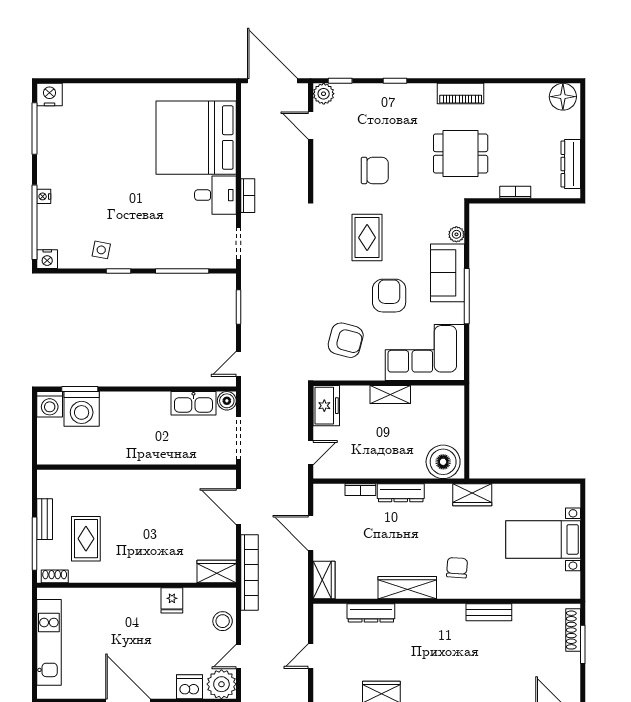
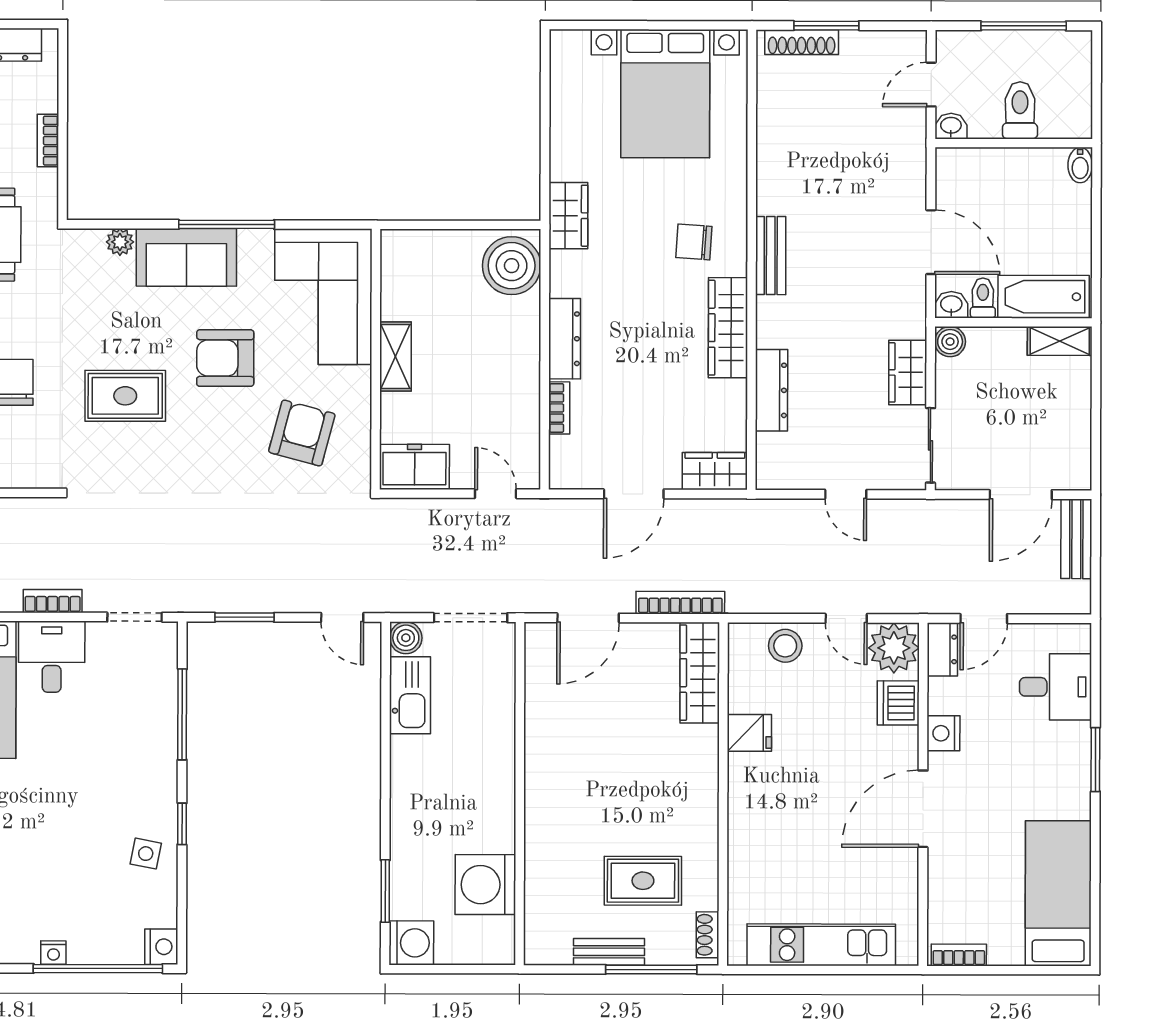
washing machine: (82, 409) -> (485, 885), moved, turned 180
bed with nightstands: (543, 539) -> (665, 94), width x1.36
wardrobe: (217, 571) -> (700, 673), width x1.50
bookcase: (250, 572) -> (680, 603), width x0.68, depth x0.76
bench: (489, 612) -> (771, 256), moved

